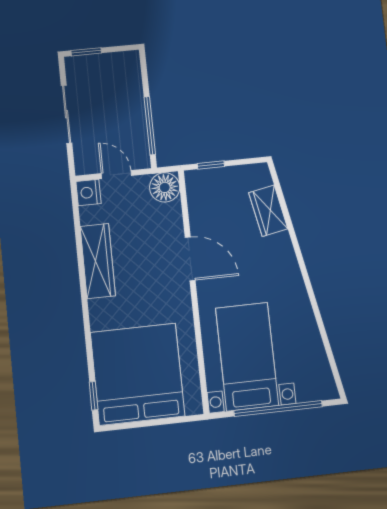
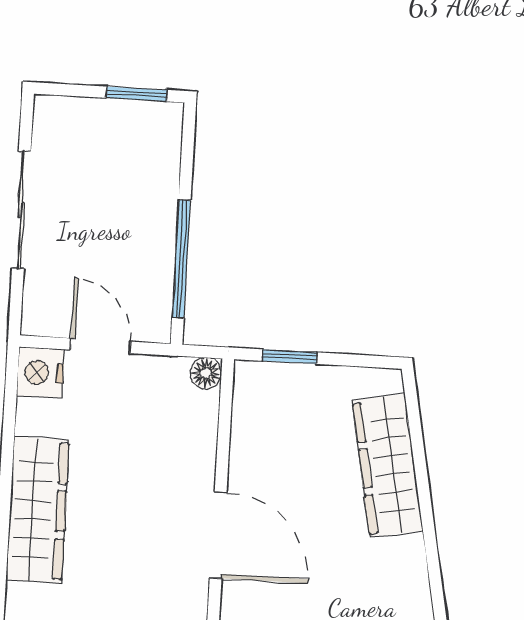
window: (86, 52) -> (137, 94), moved
floor lamp: (165, 187) -> (206, 373), width x0.53, depth x0.53
wardrobe: (268, 211) -> (388, 466), width x1.50

